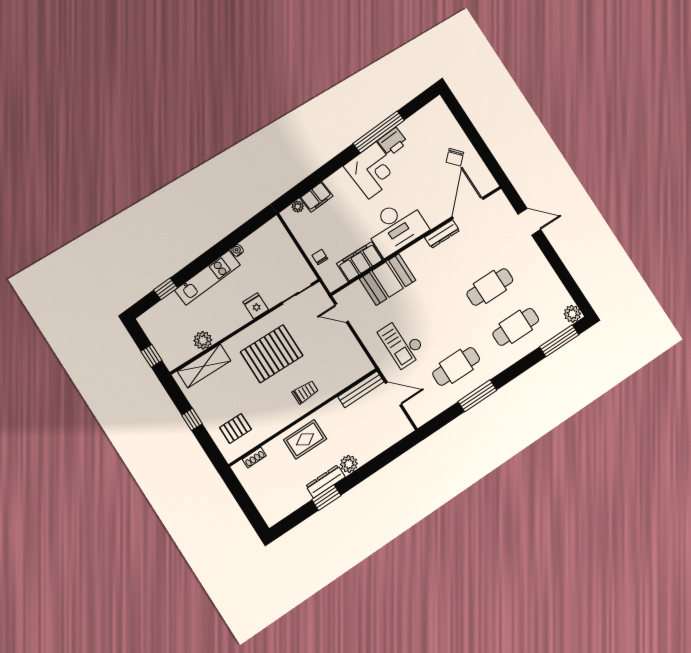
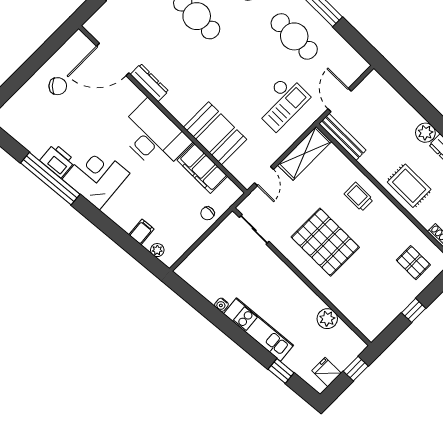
filing cabinet: (316, 197) -> (141, 232), width x0.50
fridge: (256, 306) -> (327, 372), moved, turned 90
shelving: (204, 366) -> (305, 153), moved, turned 90

